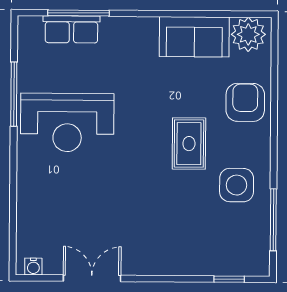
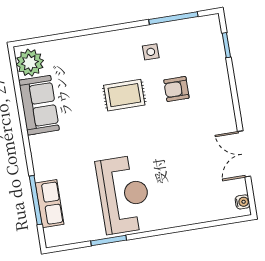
window: (14, 94) -> (109, 241), width x0.69
armchair: (245, 102) -> (176, 89), moved, width x0.72, depth x0.72
side table: (237, 185) -> (151, 52), width x0.54, depth x0.54

